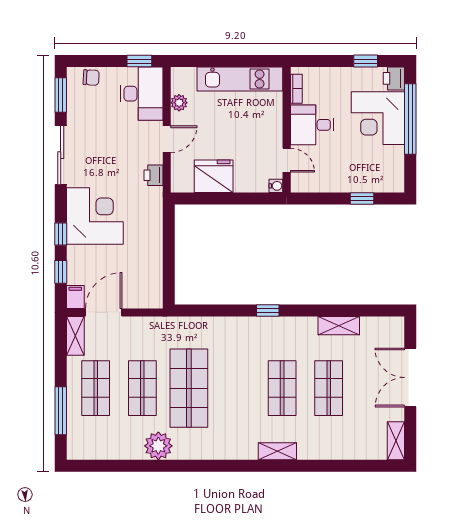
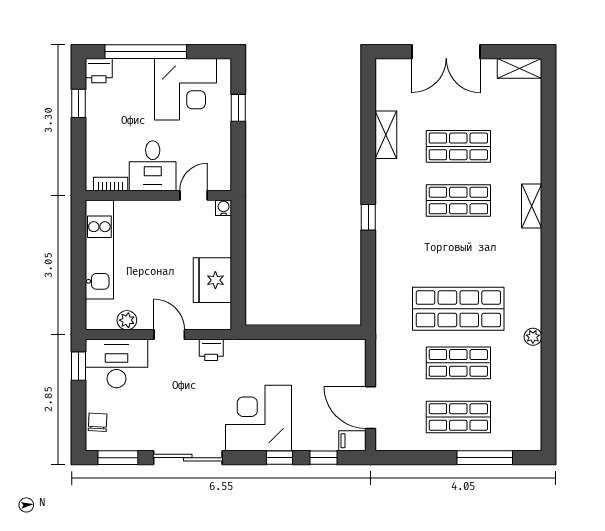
corner desk: (378, 118) -> (186, 89), moved
shelving: (75, 336) -> (398, 441), removed
plant: (158, 446) -> (533, 337), width x0.53, depth x0.53

